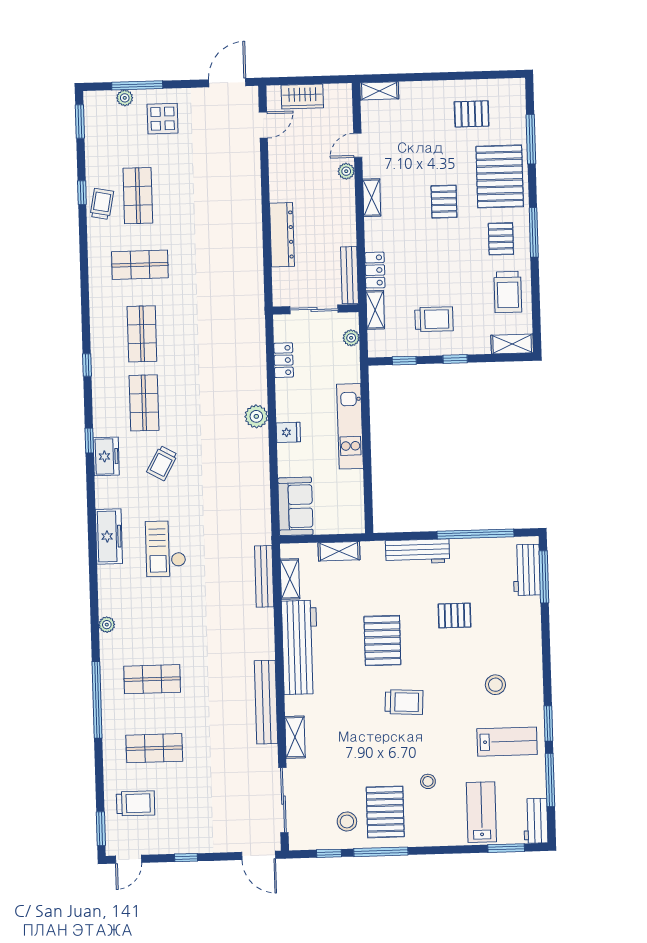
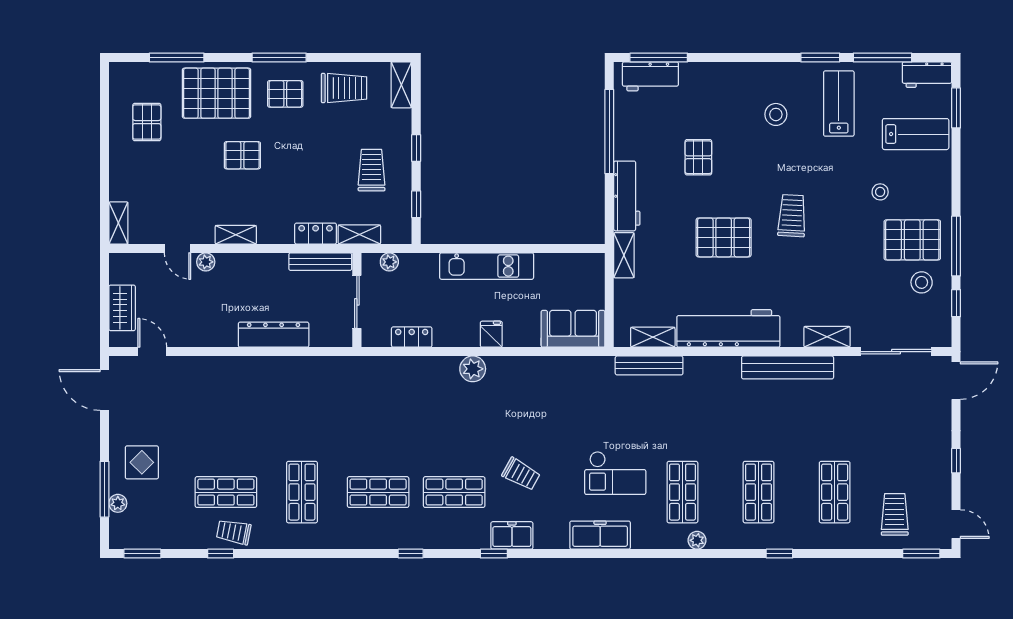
shelving: (339, 551) -> (624, 255), moved
shop shelf: (150, 610) -> (682, 492), added
window: (97, 700) -> (779, 554), width x0.32
lab bench: (481, 812) -> (916, 134), turned 180

